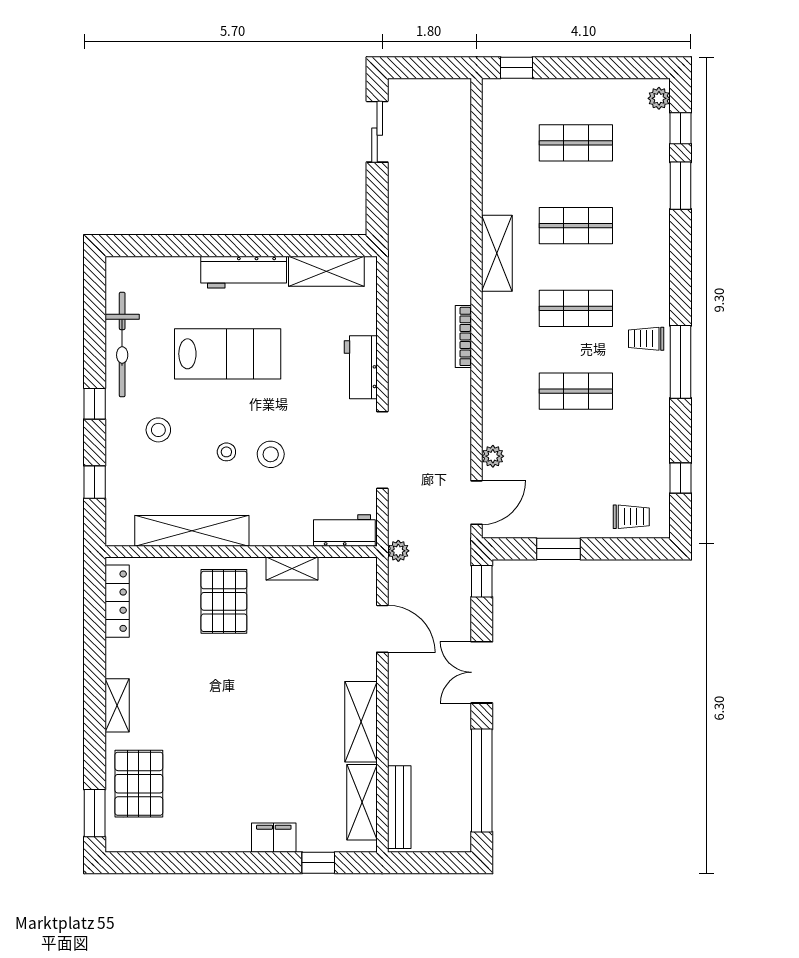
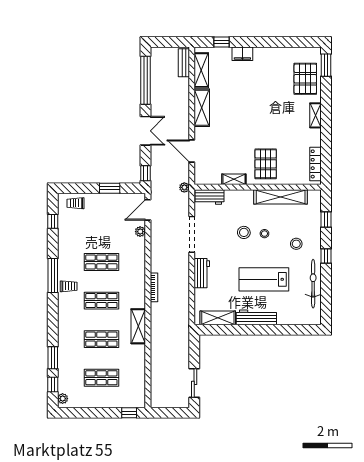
bench: (399, 807) -> (184, 63), width x0.73

